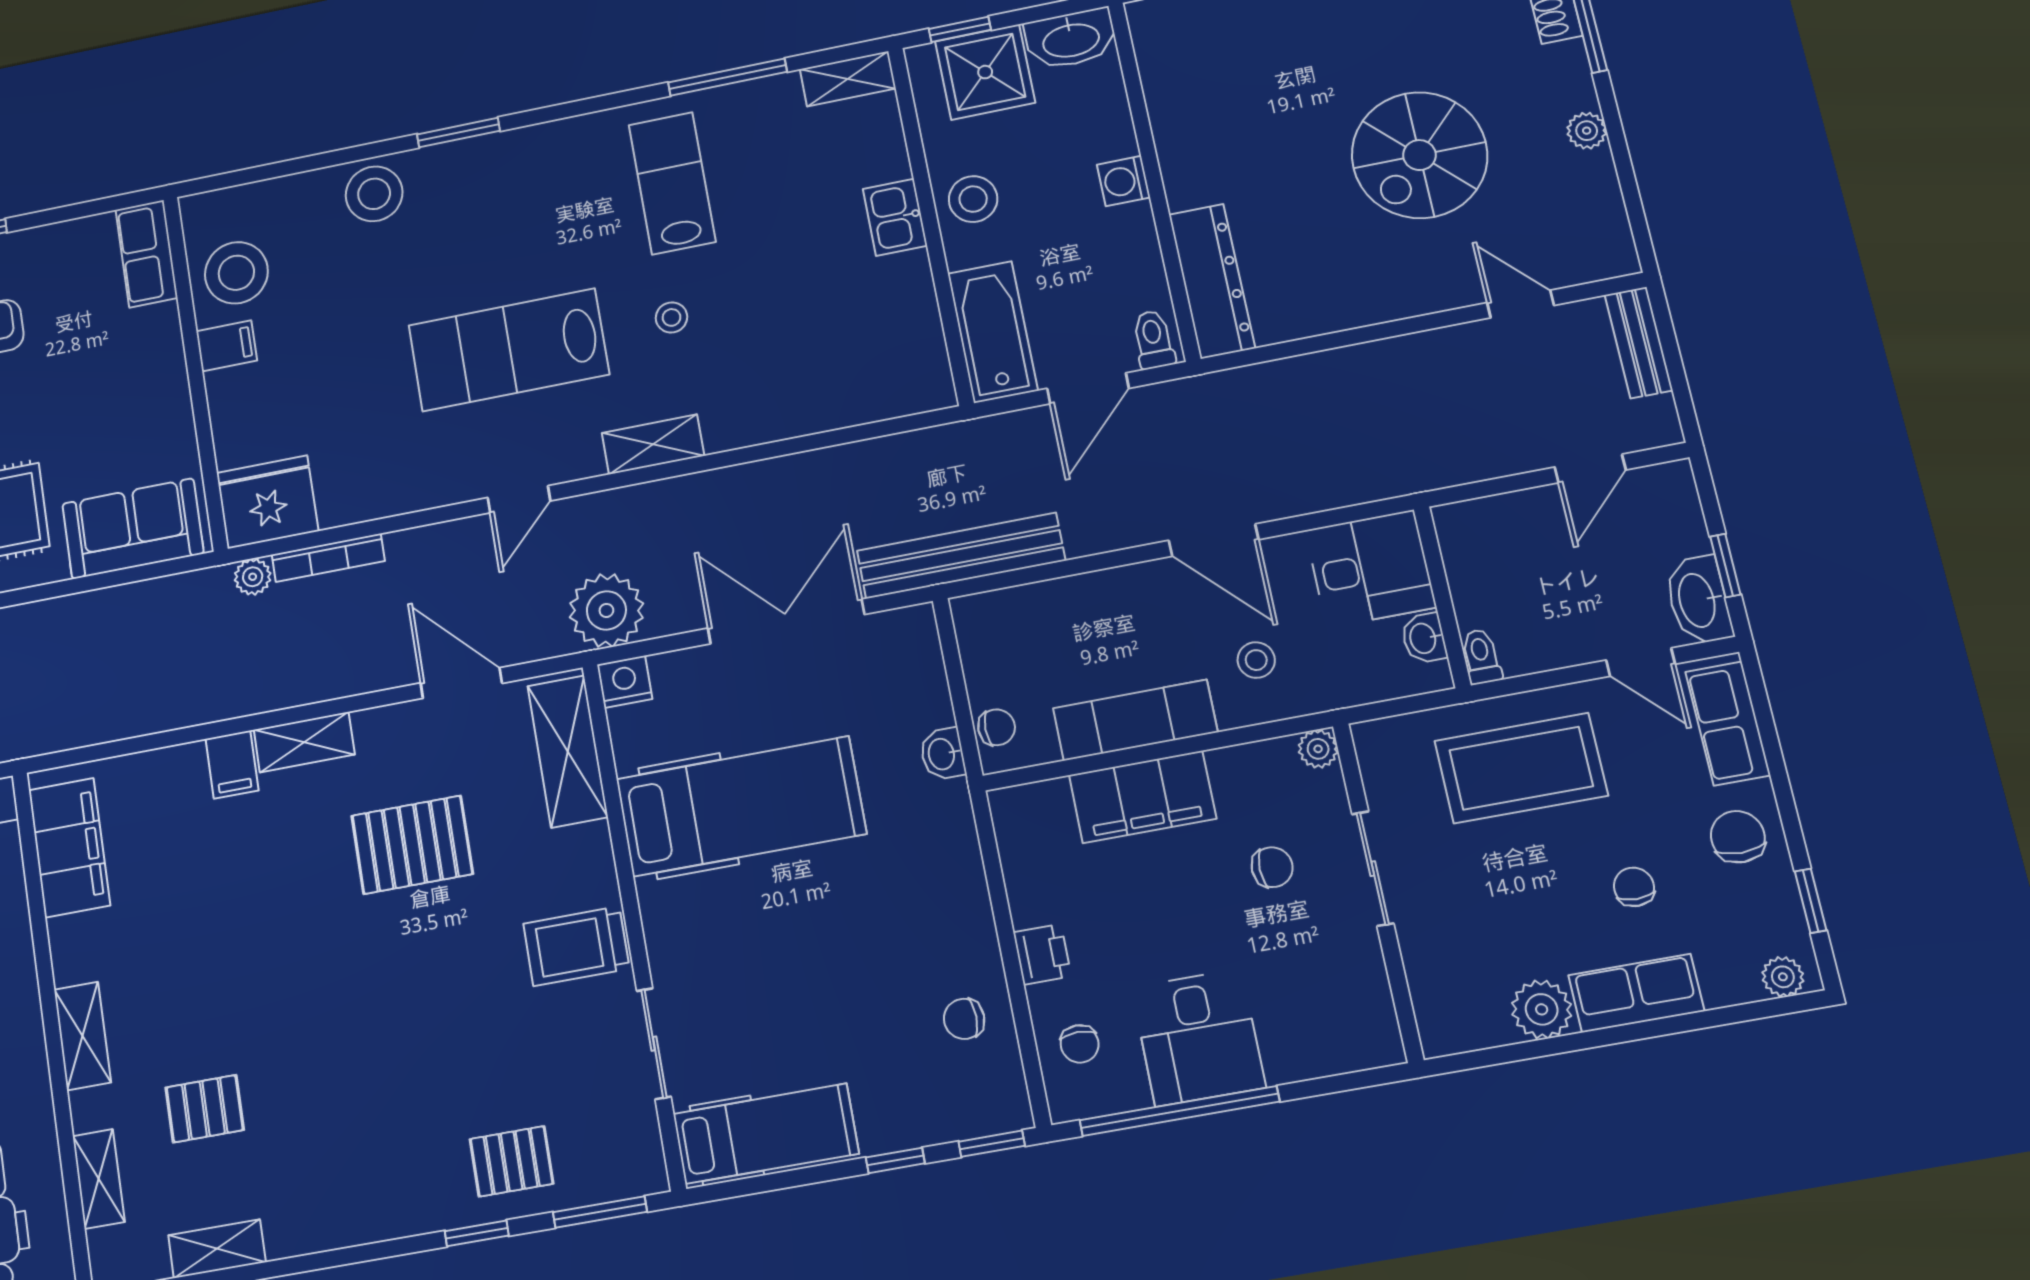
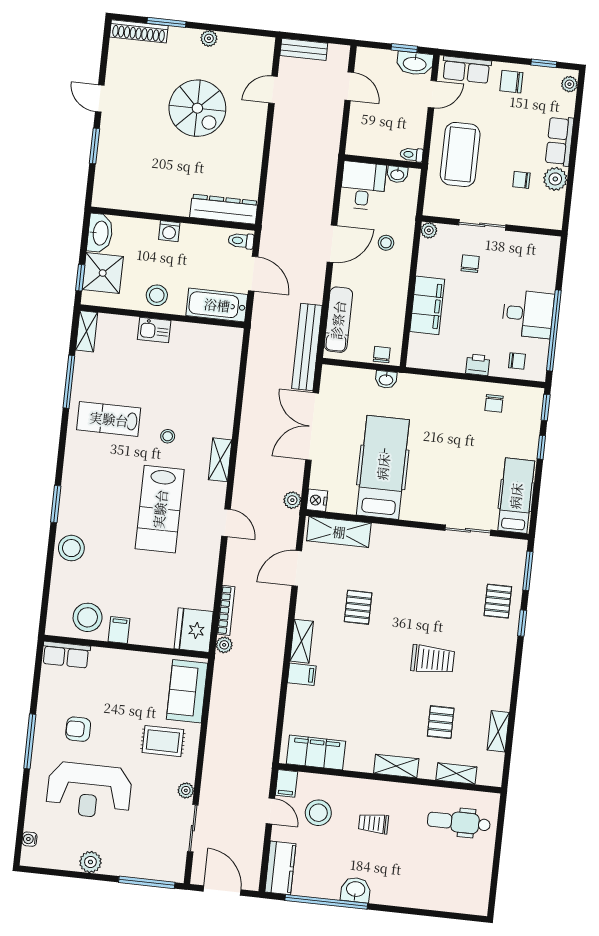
plant: (606, 610) -> (292, 500), width x0.53, depth x0.53
exam couch: (1135, 720) -> (338, 320), moved, turned 180
pallet: (412, 845) -> (358, 607), width x0.67, depth x0.71
chair: (1634, 887) -> (521, 180), moved
trolley: (576, 946) -> (433, 660), moved, turned -90

